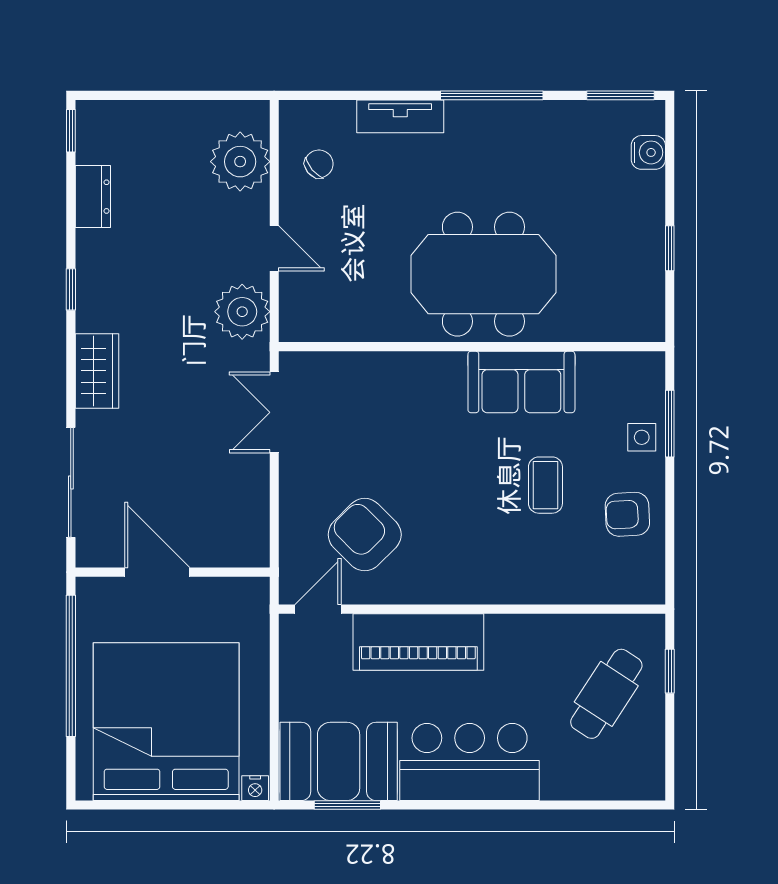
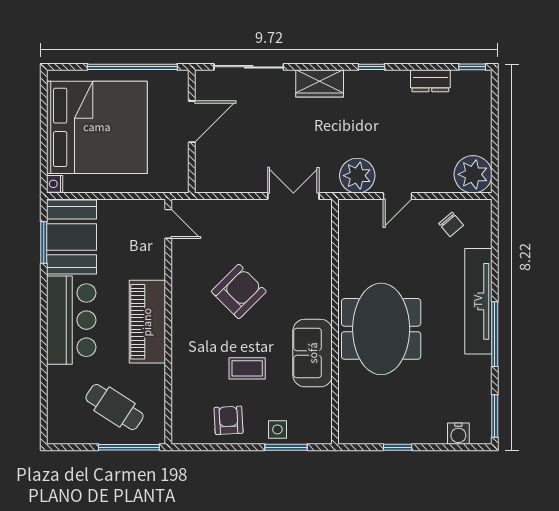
tv unit: (400, 116) -> (478, 301), width x1.92, depth x1.29
plant: (240, 162) -> (473, 174), moved
armchair: (365, 535) -> (239, 291), moved
piano: (418, 642) -> (147, 322), moved
window: (670, 671) -> (129, 447), width x2.17

